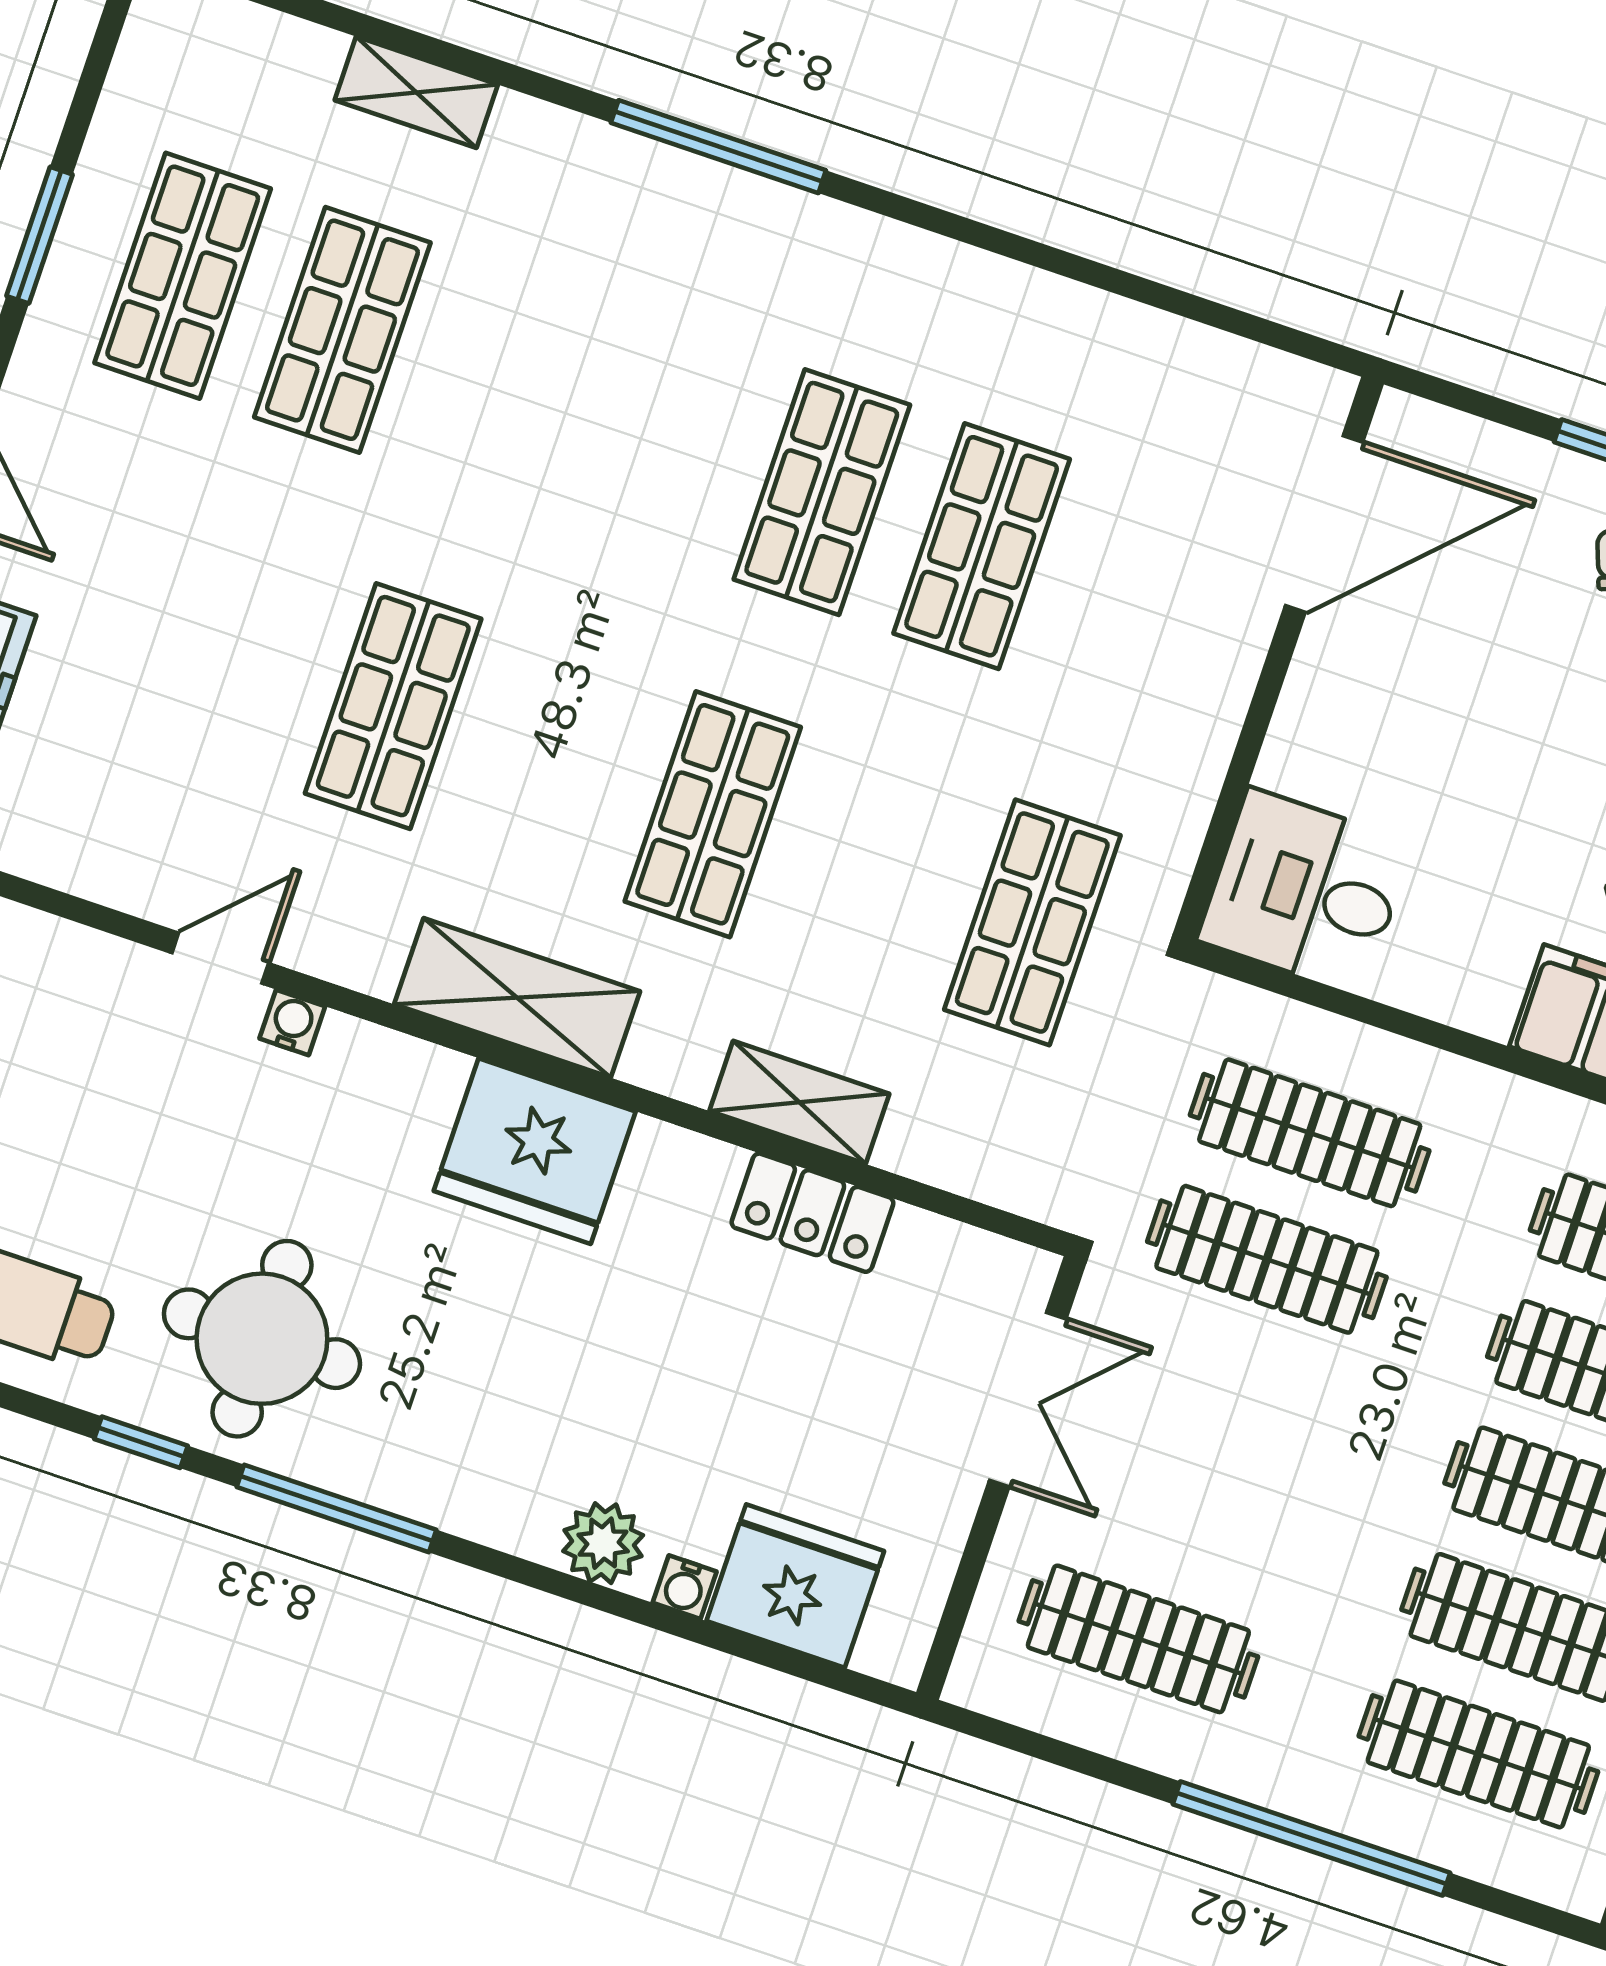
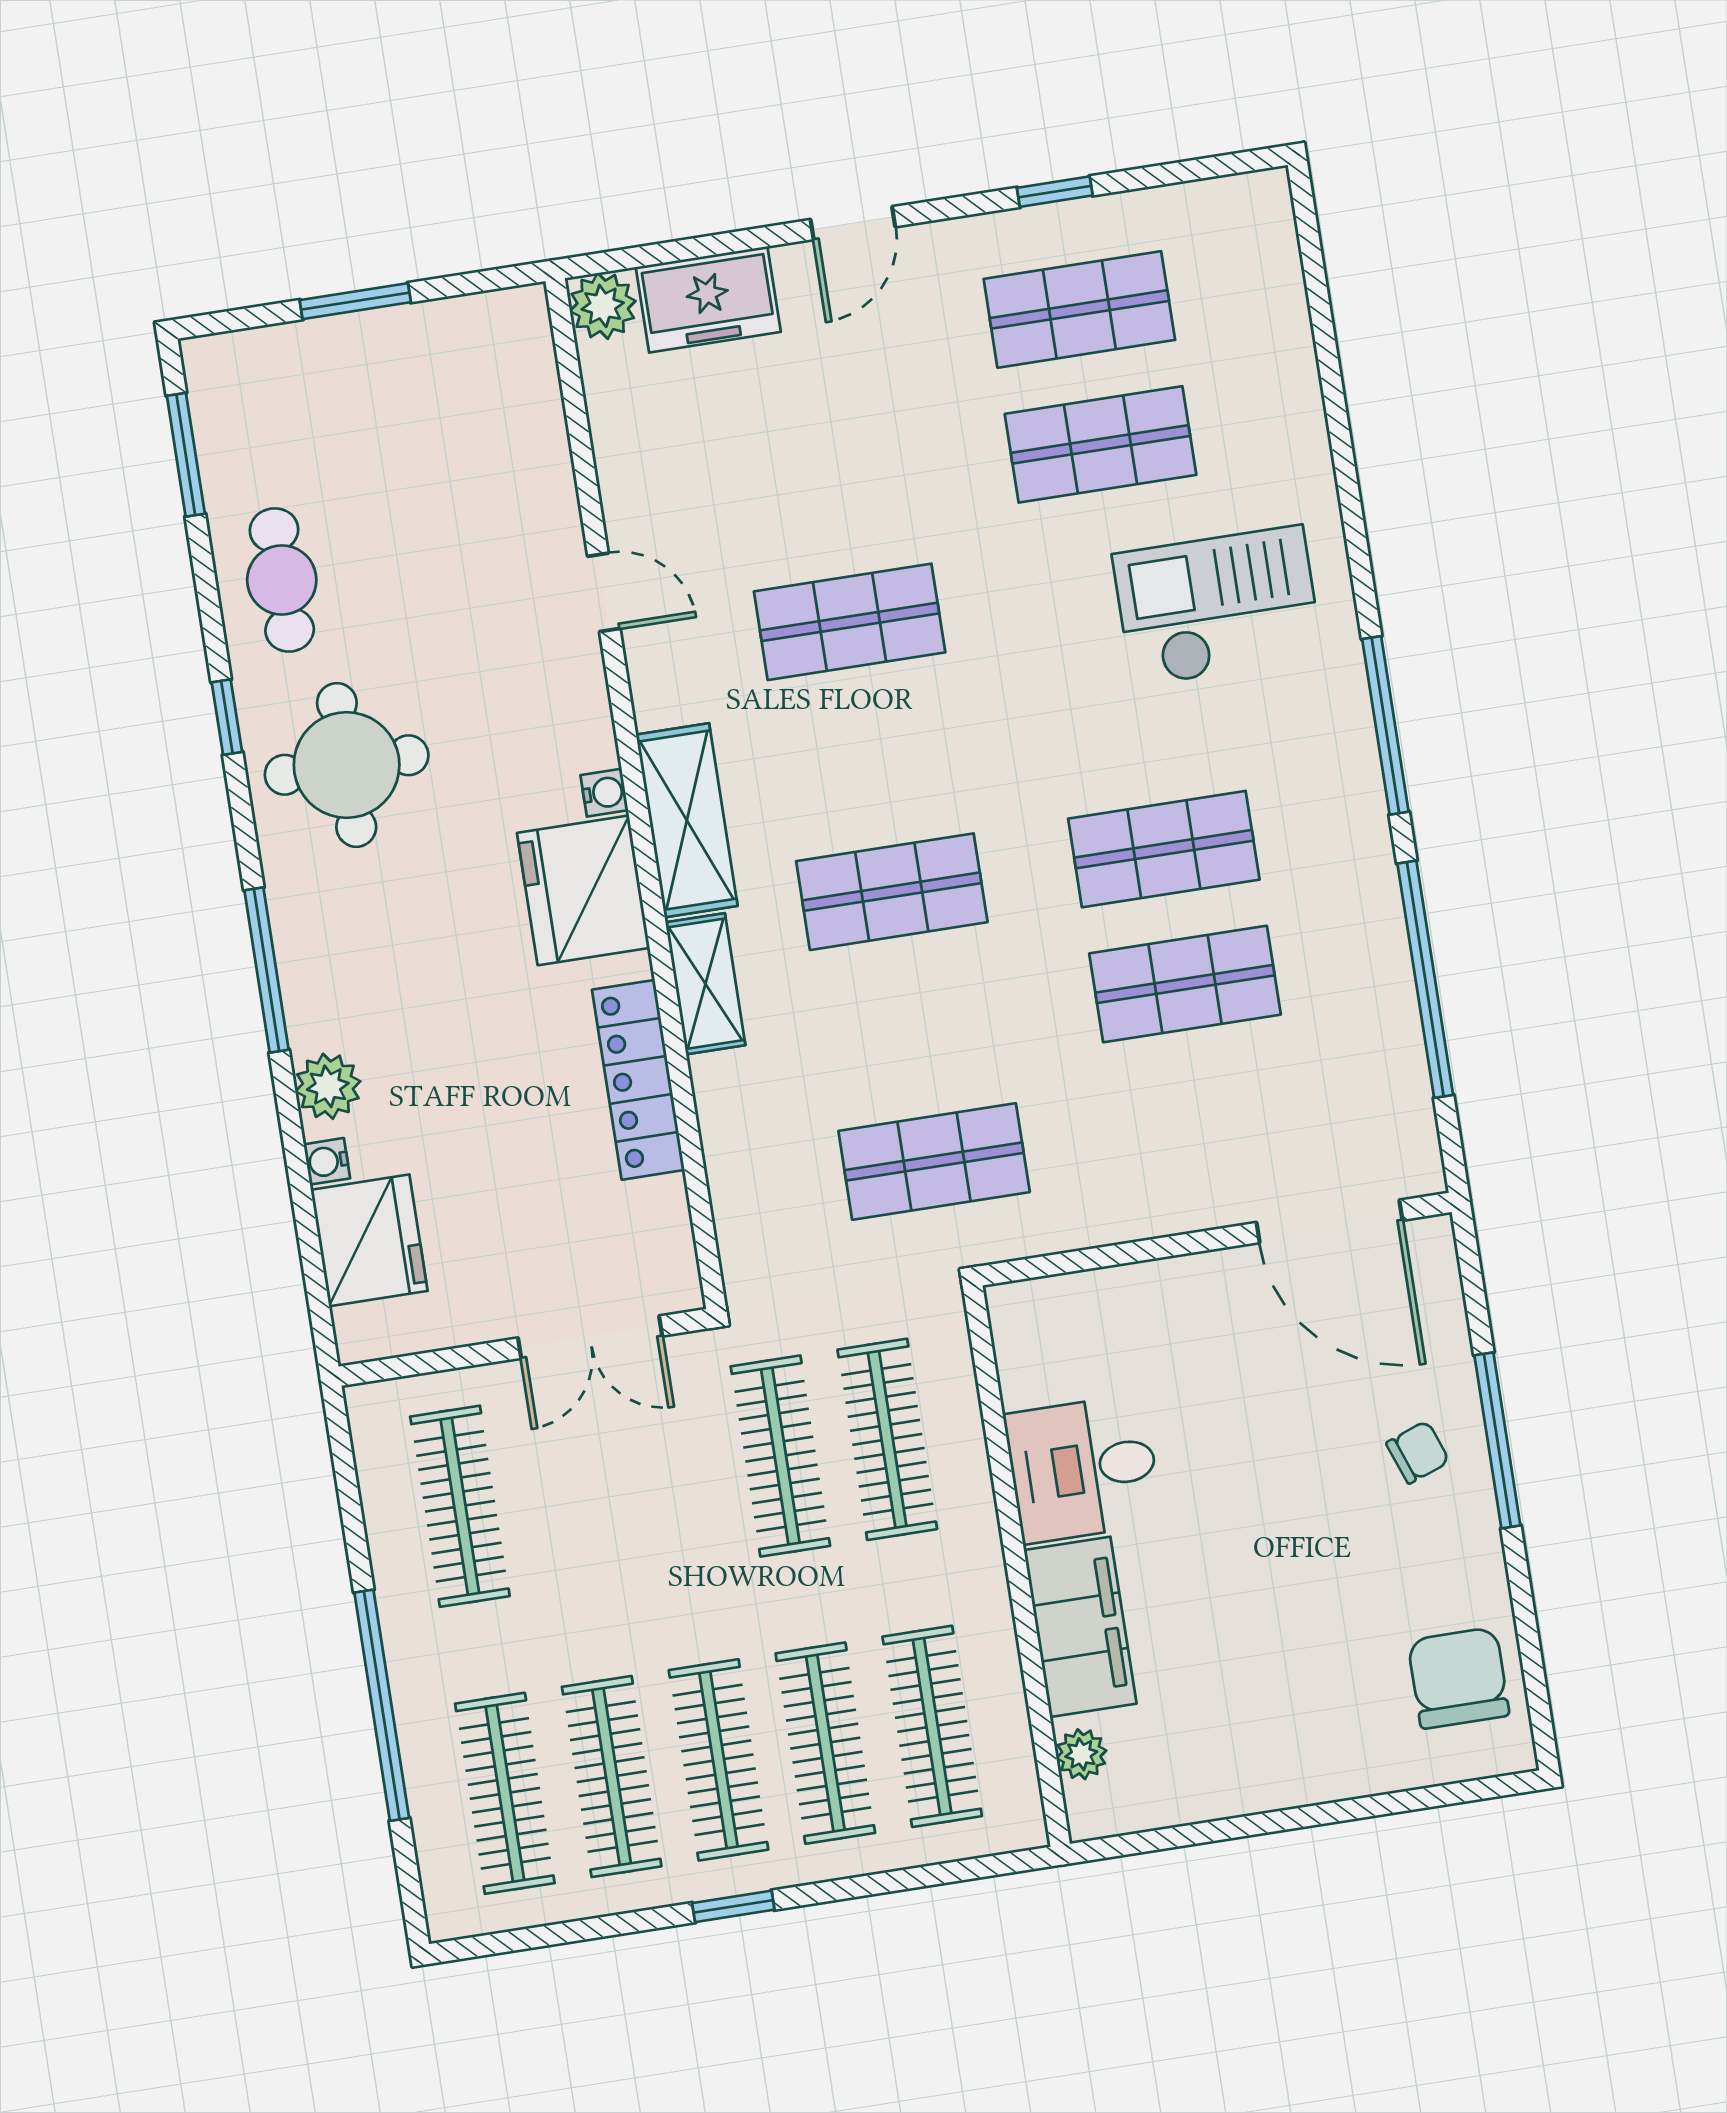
shelving: (416, 92) -> (1298, 408), removed
window: (718, 147) -> (1385, 725), moved
window: (40, 235) -> (1055, 192), width x0.67
window: (1114, 280) -> (1425, 979), added
checkout: (587, 294) -> (1218, 606), added
desk: (1305, 891) -> (1083, 1469), moved, turned -90
water cooler: (292, 1022) -> (604, 793), moved
shelving: (799, 1102) -> (705, 984), moved
locker: (812, 1213) -> (638, 1080), width x1.53
window: (336, 1508) -> (266, 970), moved

